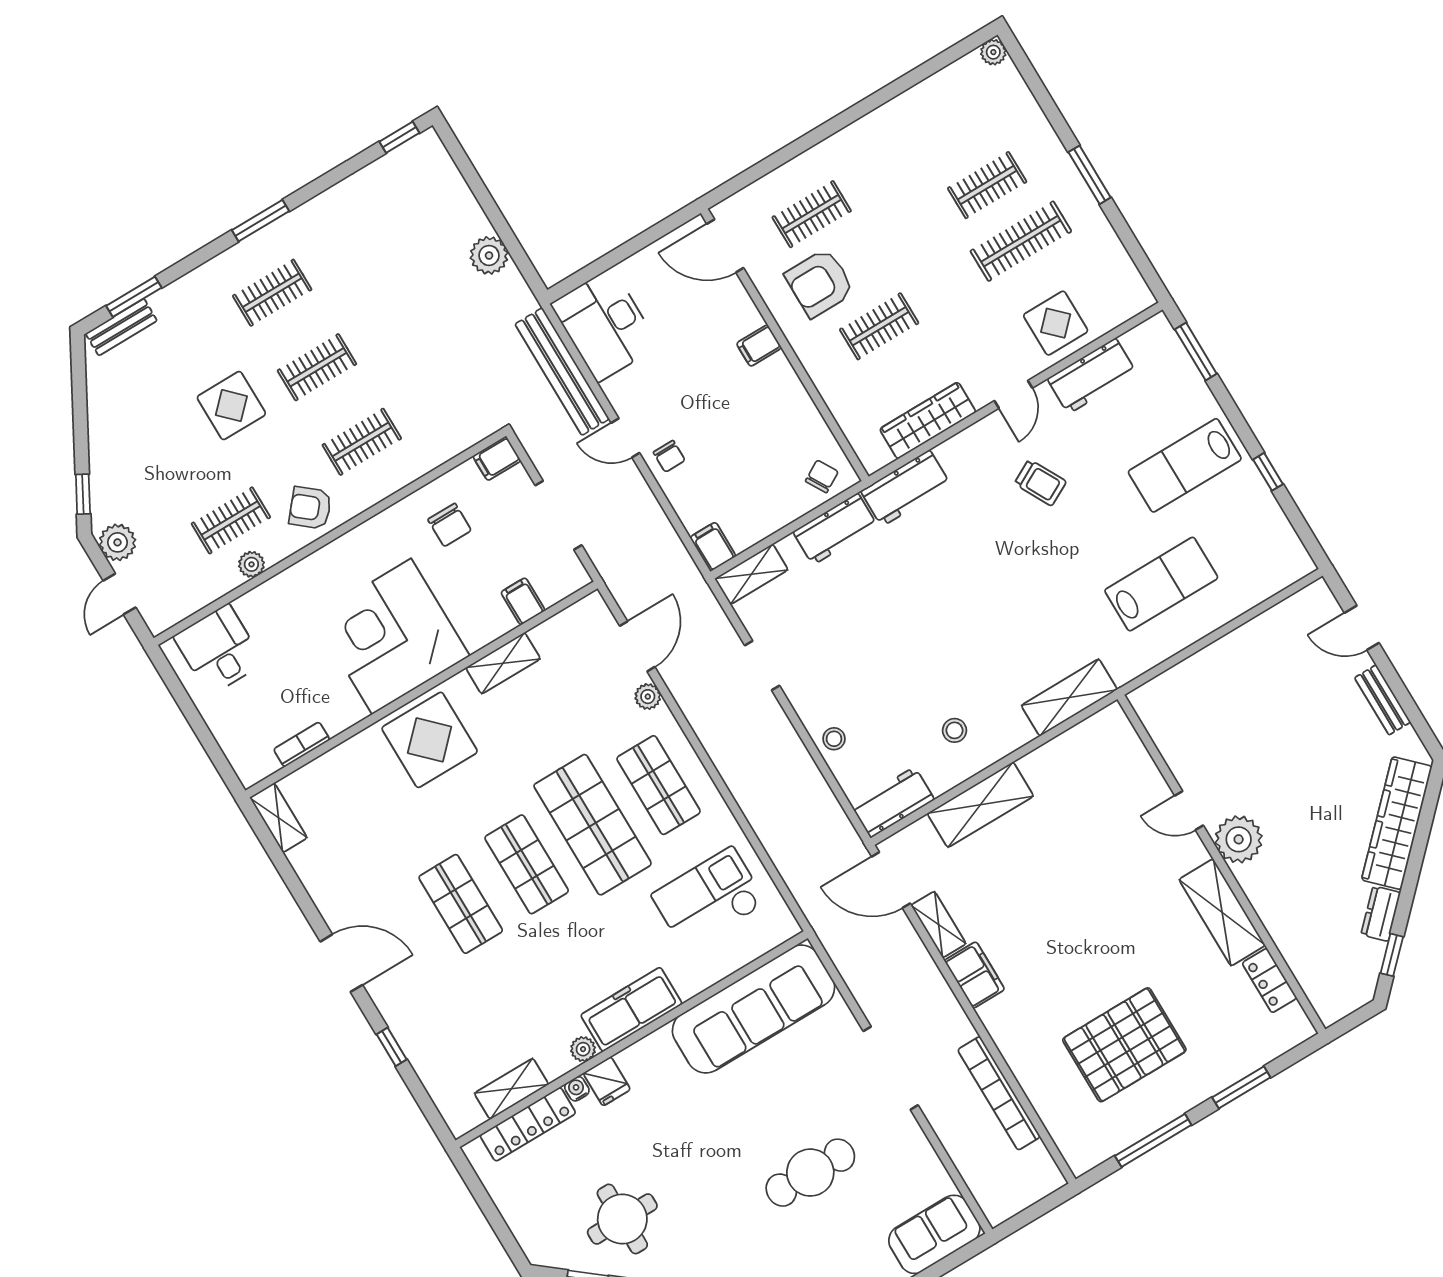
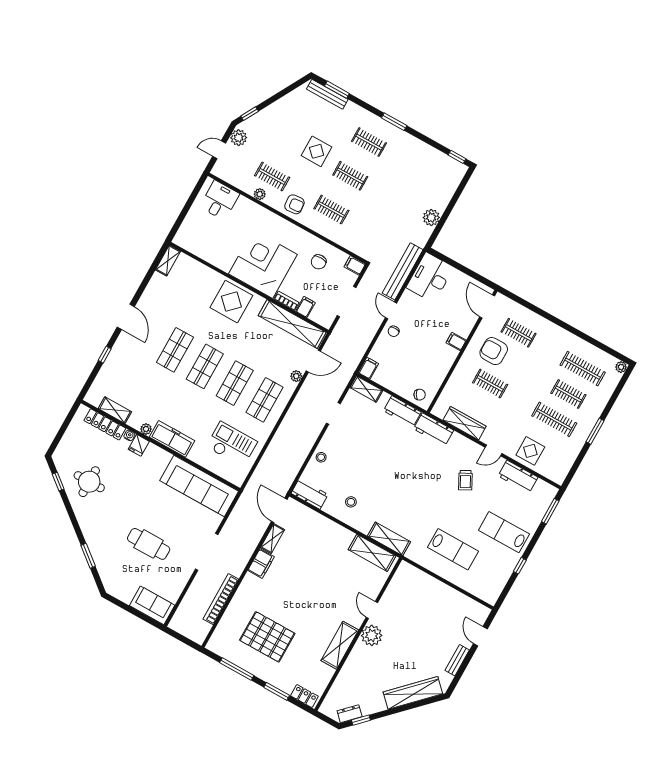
clothes rail: (953, 129) -> (583, 369), added
bench: (121, 327) -> (327, 94), width x1.36
armchair: (310, 508) -> (294, 204), turned 135
shelving: (503, 663) -> (292, 324), width x2.20, depth x1.33
bookcase: (302, 744) -> (286, 301), moved
shelving: (980, 805) -> (372, 553), moved
shop shelf: (593, 825) -> (235, 383), width x0.70, depth x0.74
dresser: (1381, 914) -> (350, 714), moved
locker: (1269, 981) -> (304, 696), moved, turned 90

